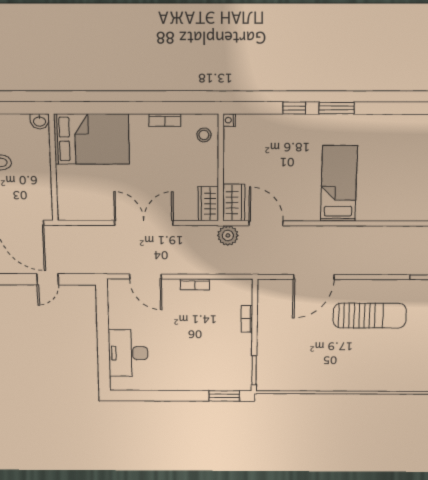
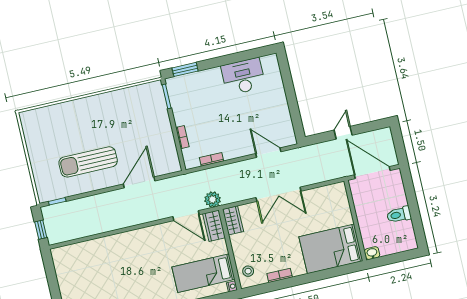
bed: (339, 184) -> (203, 273), moved, turned 90
bookcase: (195, 284) -> (212, 159), moved
desk: (128, 353) -> (243, 76), moved, turned -90

